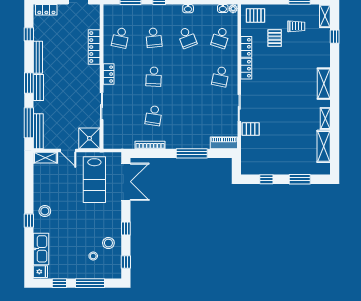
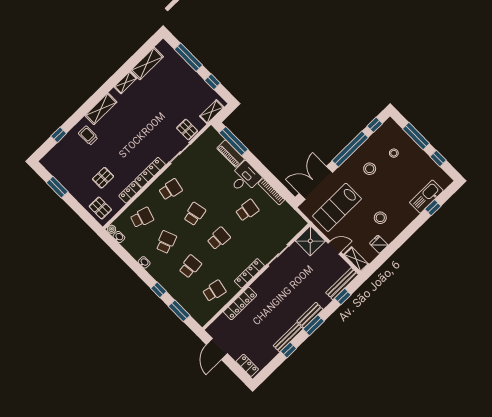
shelving: (325, 16) -> (212, 112), moved
trolley: (296, 26) -> (88, 136), moved
window: (29, 34) -> (289, 350), moved
locker: (246, 69) -> (150, 172), width x1.53
locker: (109, 74) -> (249, 273), width x1.53
school desk: (187, 77) -> (195, 214), added
window: (29, 123) -> (343, 297), width x0.46
desk: (178, 136) -> (245, 178), added
piano: (224, 143) -> (231, 154), moved
door: (68, 150) -> (335, 248), hinge flipped
window: (192, 153) -> (234, 141), moved
window: (300, 179) -> (188, 57), width x1.44
lab bench: (94, 180) -> (337, 207), turned 180
stool: (45, 211) -> (380, 218), moved
window: (29, 221) -> (433, 208), moved
window: (126, 229) -> (350, 149), width x3.17
stool: (108, 243) -> (370, 169), moved
fridge: (40, 272) -> (379, 244), moved

